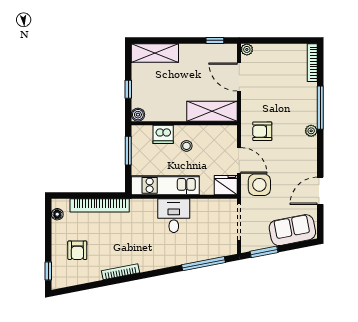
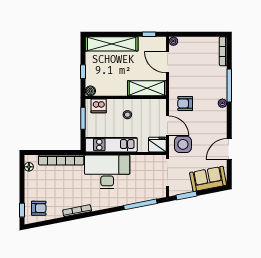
shelving: (155, 53) -> (112, 44), width x1.47
dishwasher: (163, 134) -> (99, 106), moved
desk: (174, 216) -> (107, 172), width x1.87, depth x1.30
armchair: (77, 250) -> (39, 208), moved, turned -90

